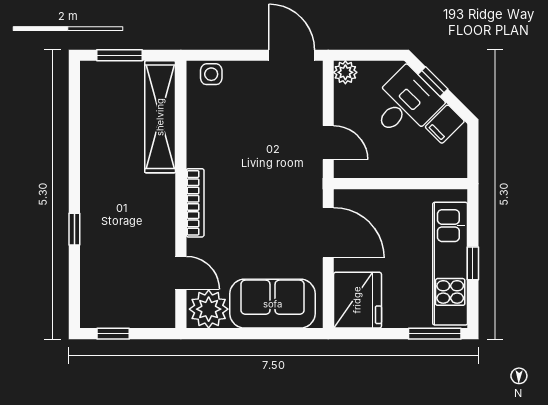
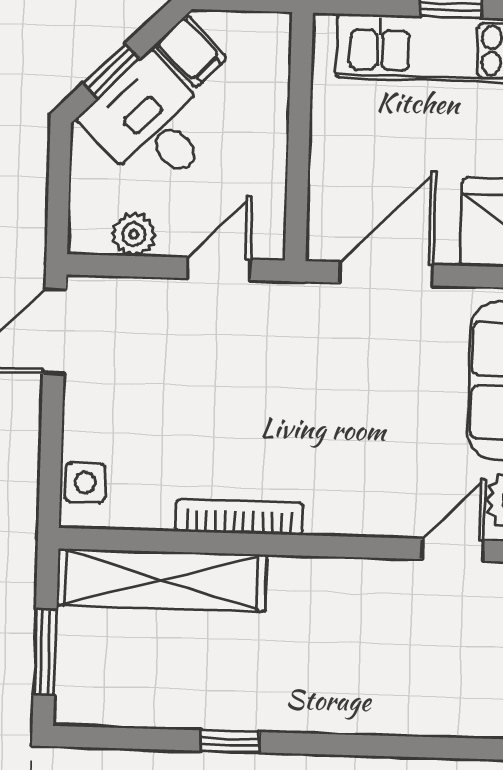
plant: (345, 72) -> (134, 234), moved
bookcase: (195, 203) -> (239, 517), moved
window: (74, 229) -> (230, 741), moved

